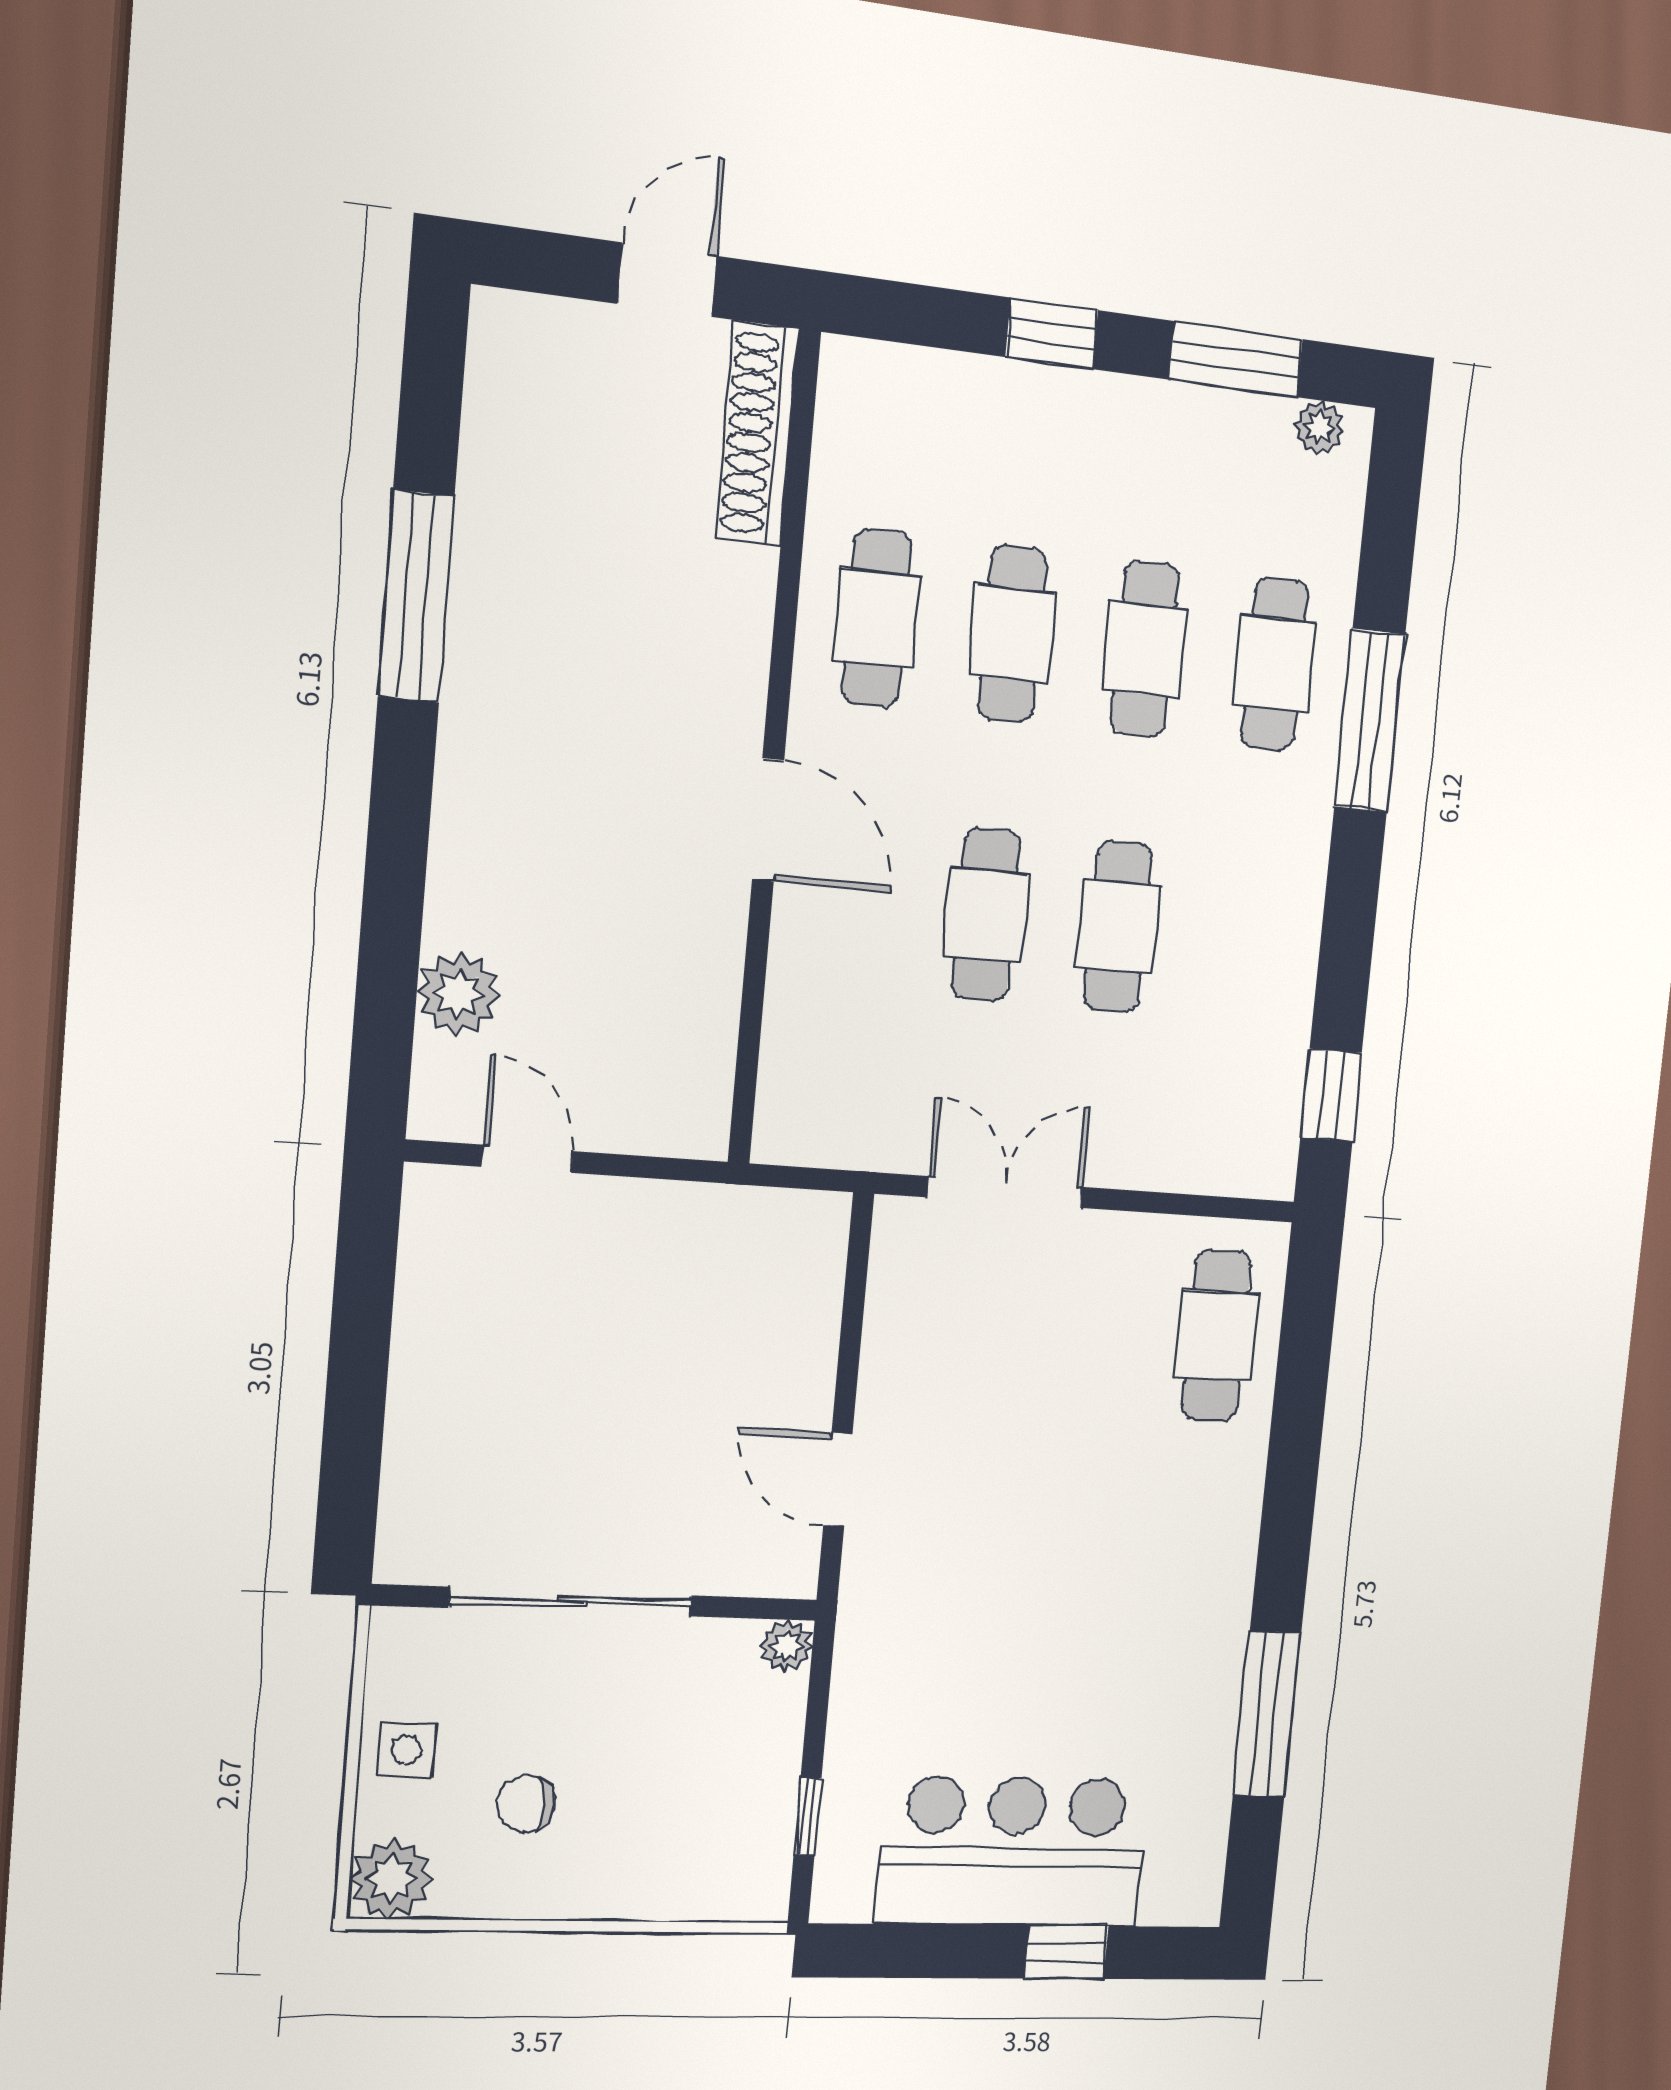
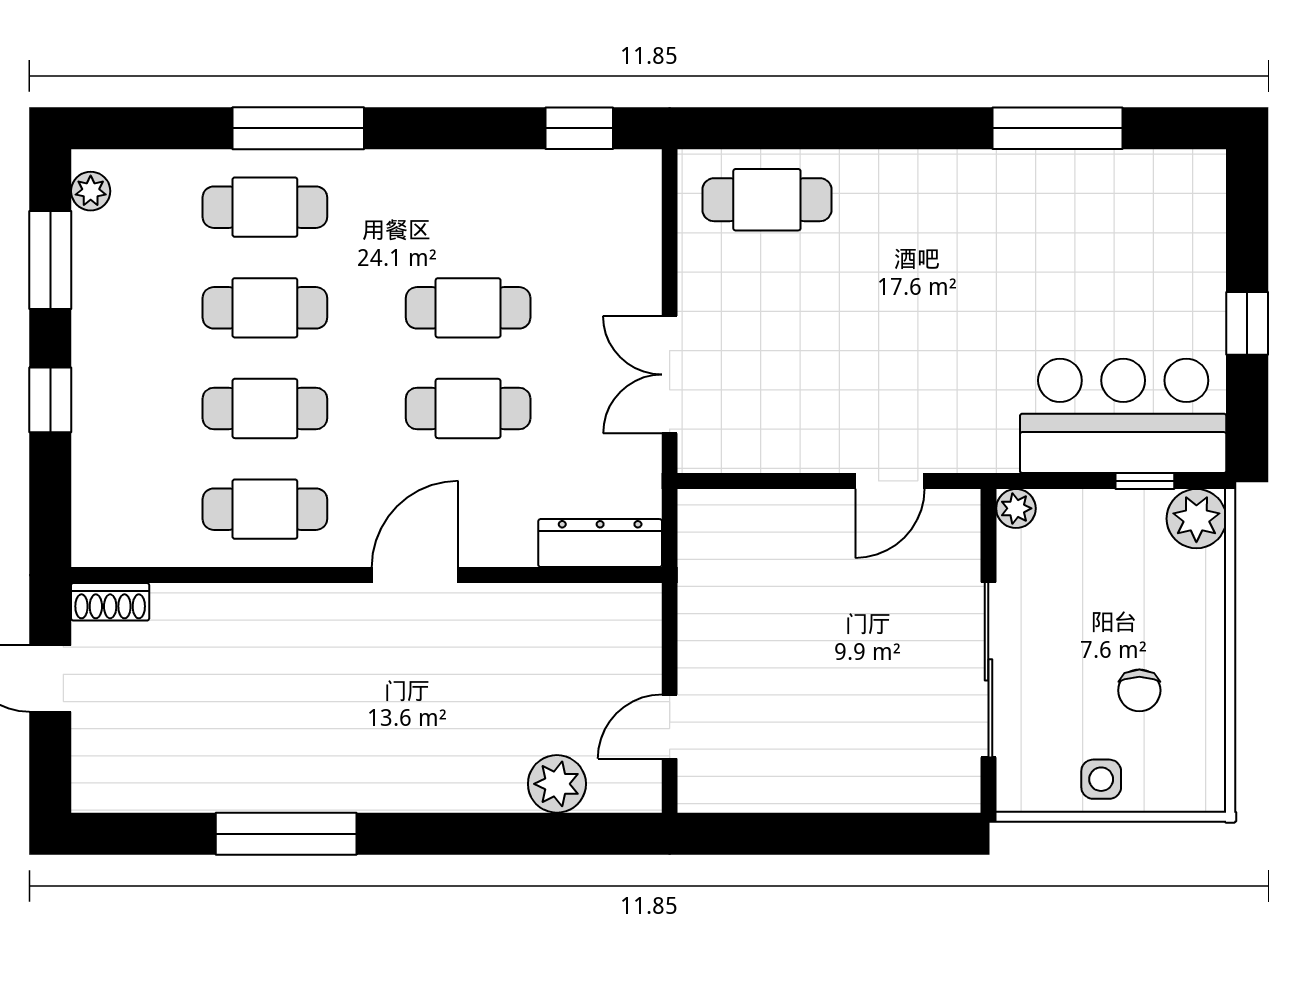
shoe rack: (757, 434) -> (110, 602), width x0.51, depth x0.81
dresser: (789, 1081) -> (600, 543), added
bar counter: (1013, 1852) -> (1123, 416), moved, turned 90
plant: (391, 1879) -> (1196, 519), moved
window: (1066, 1952) -> (1247, 323), moved

